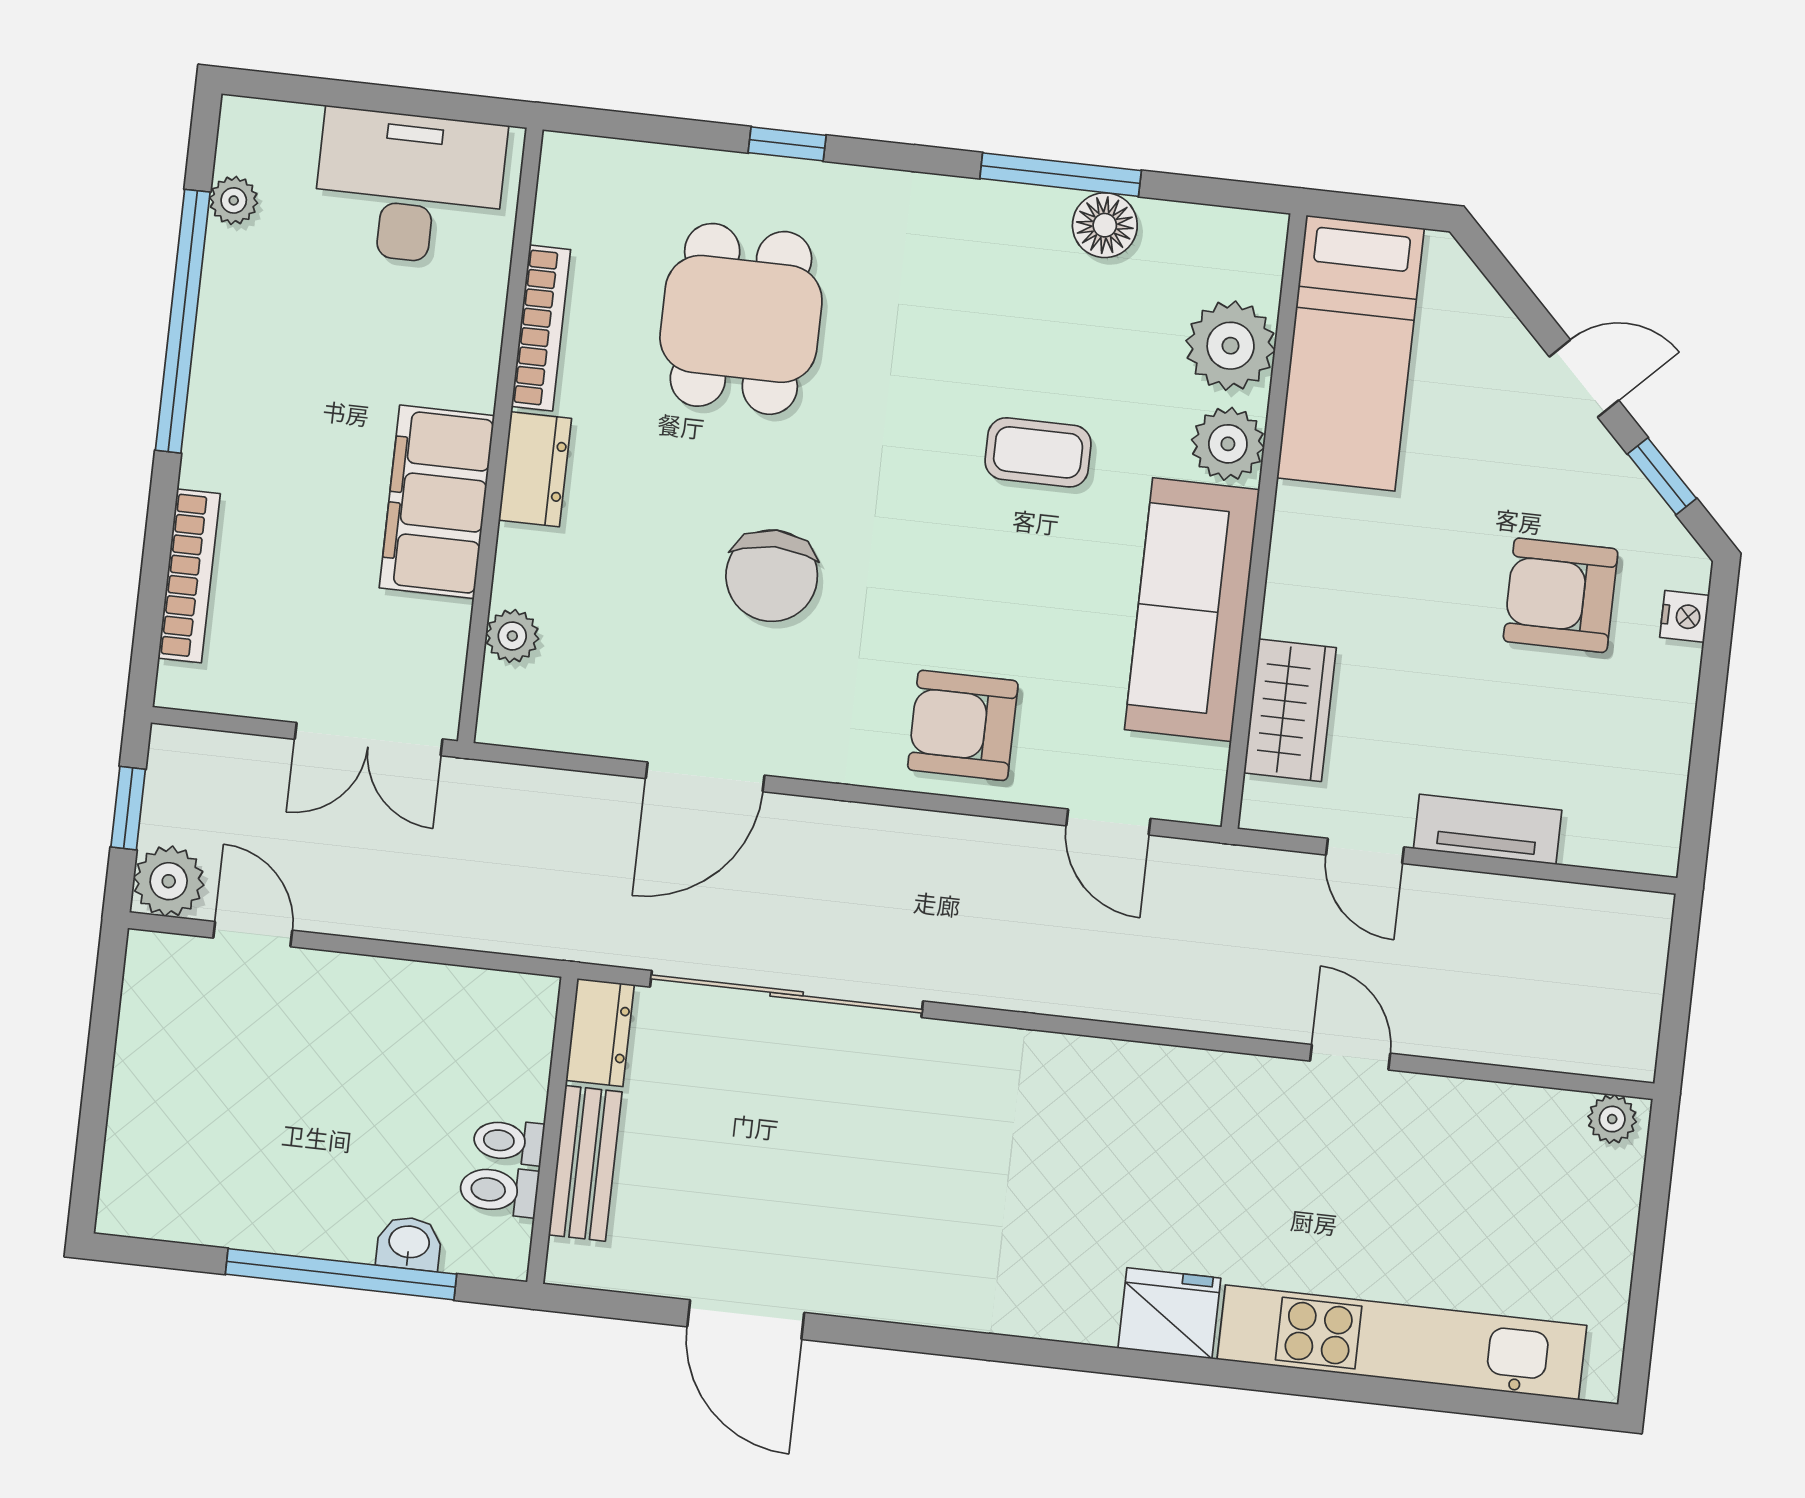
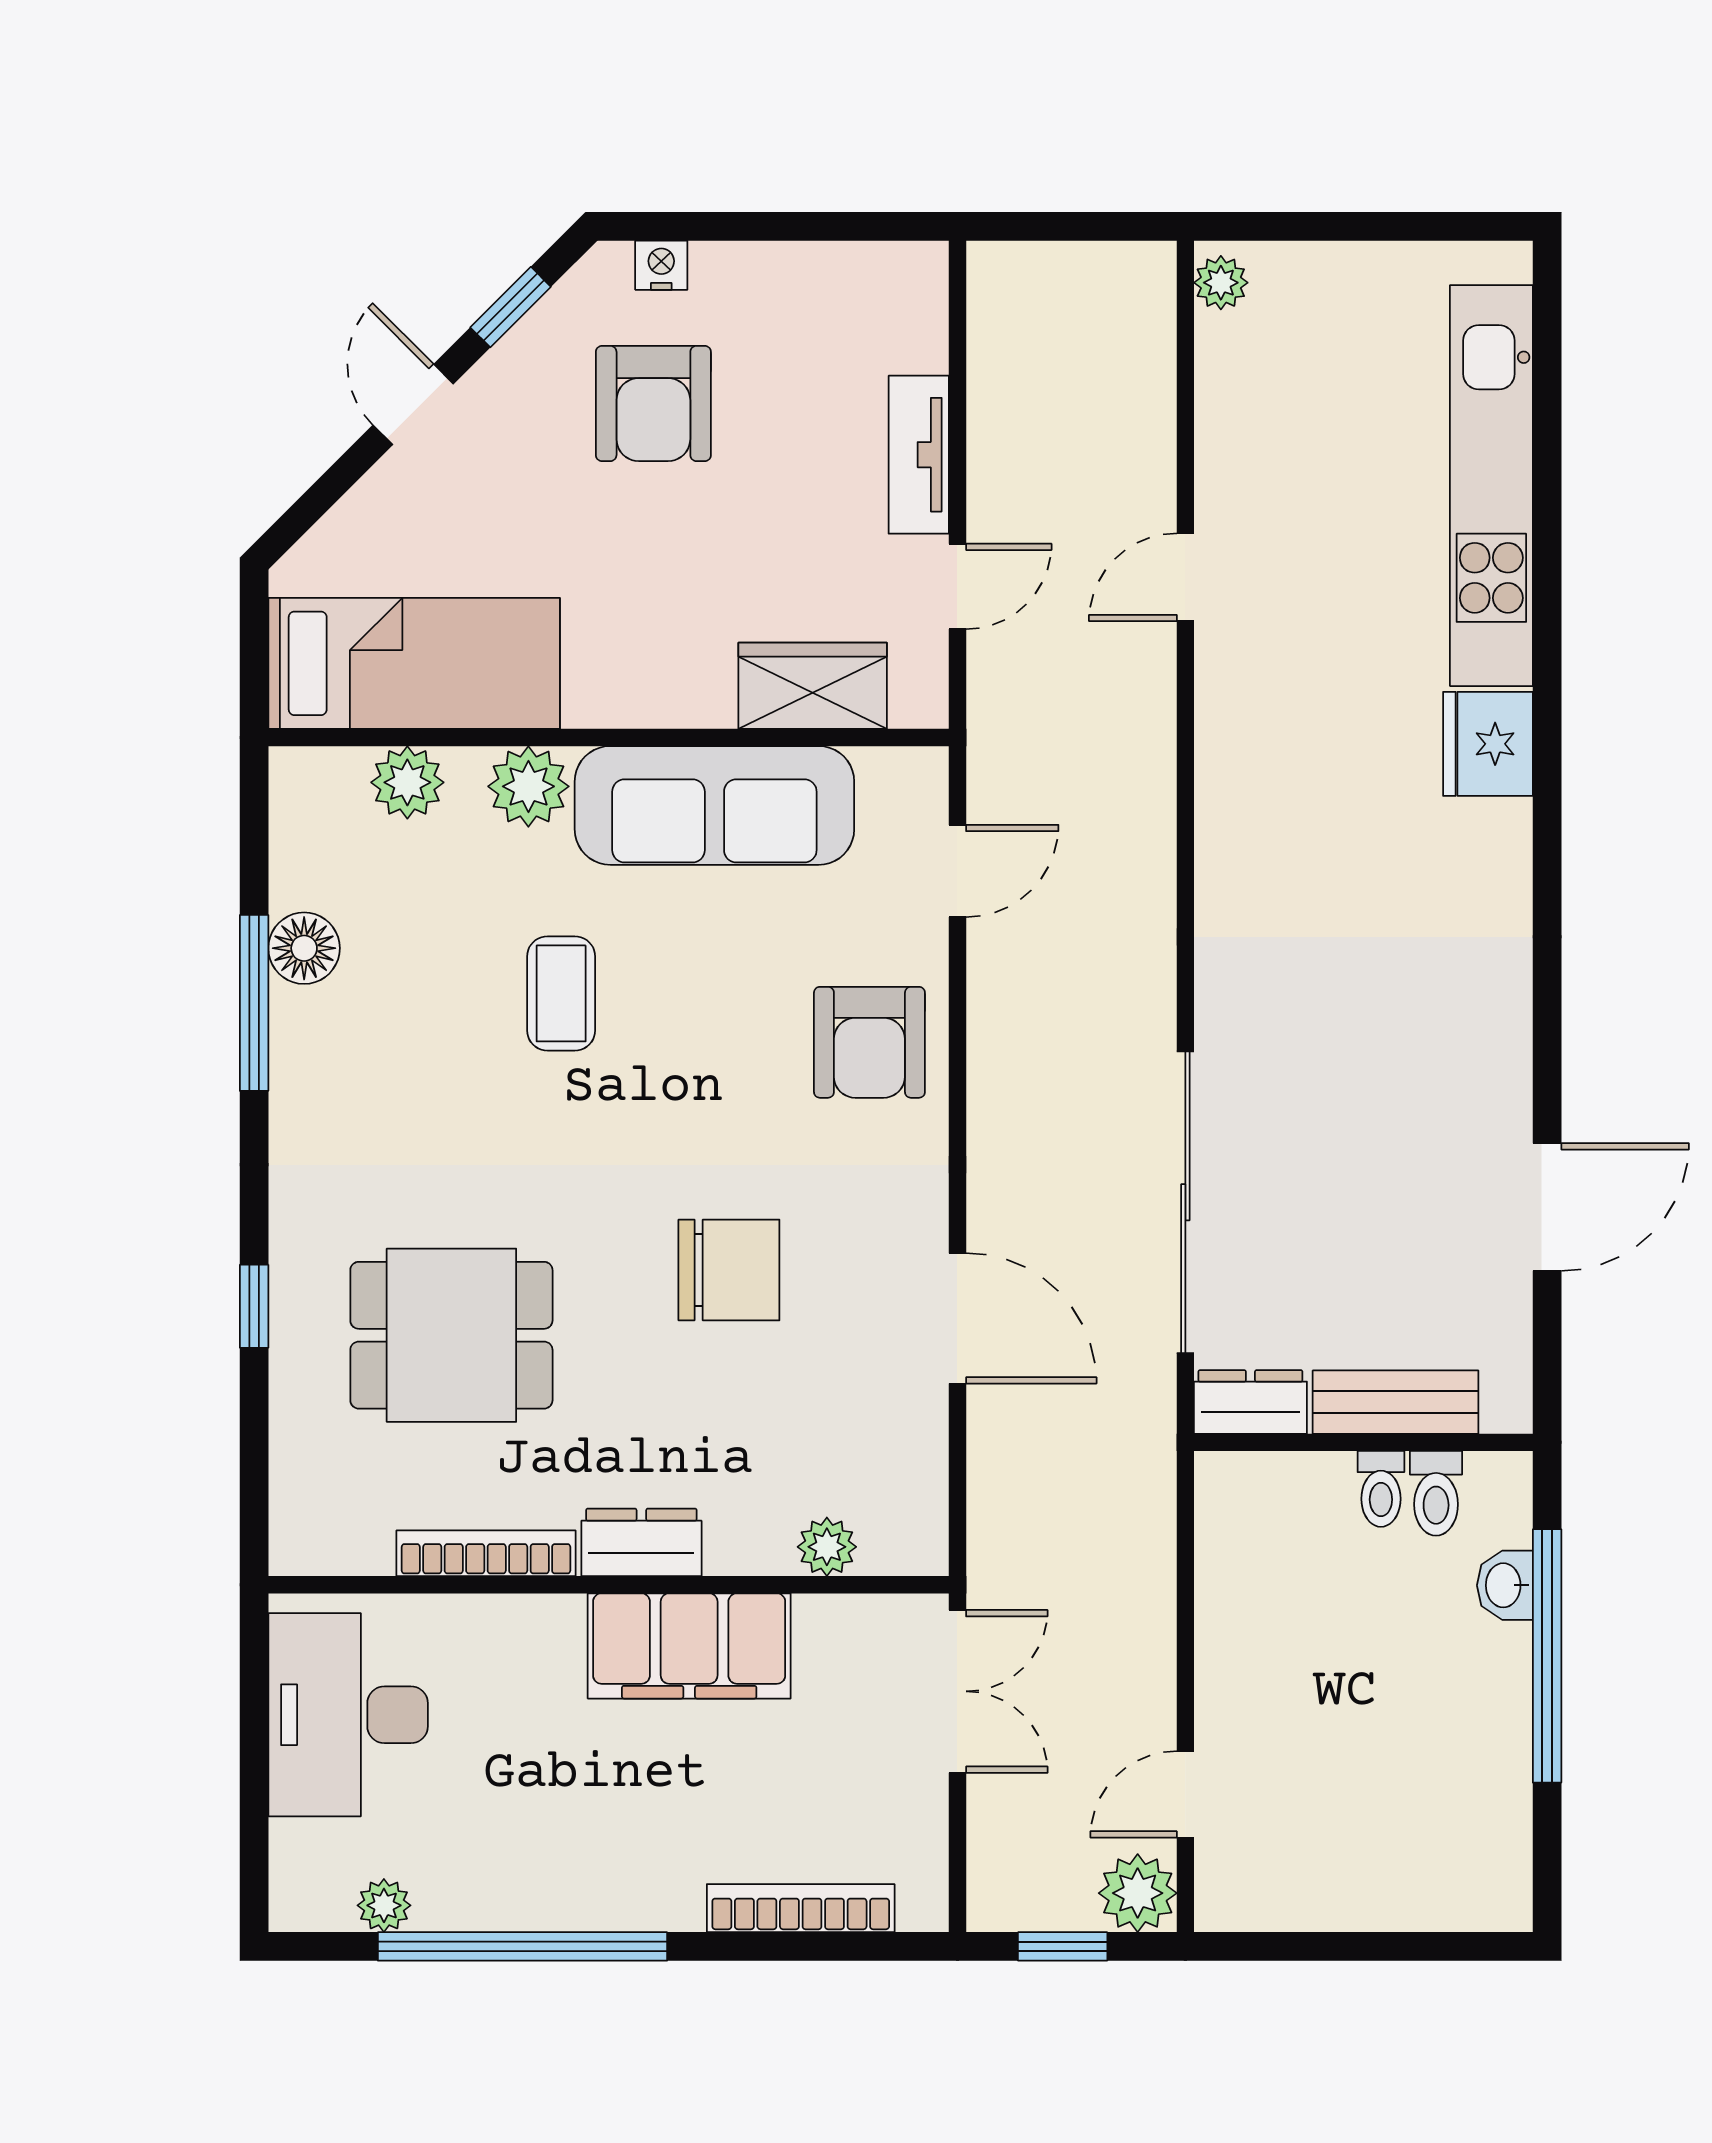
plant: (1231, 346) -> (407, 782), width x0.73, depth x0.73

